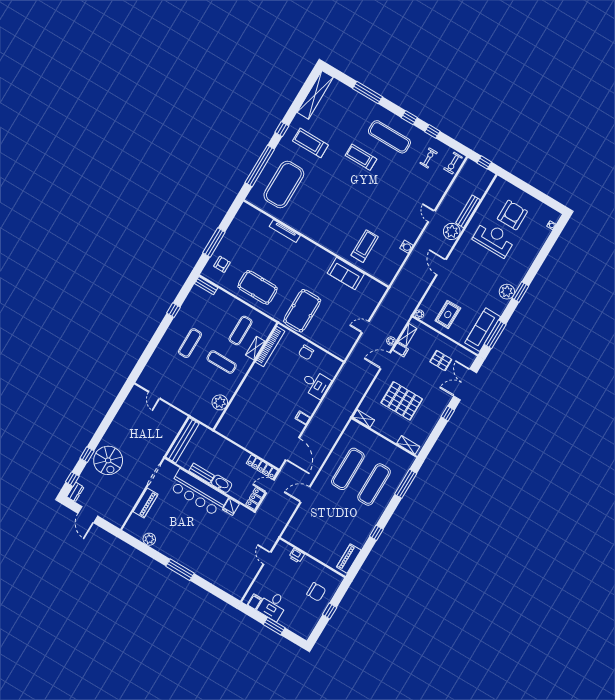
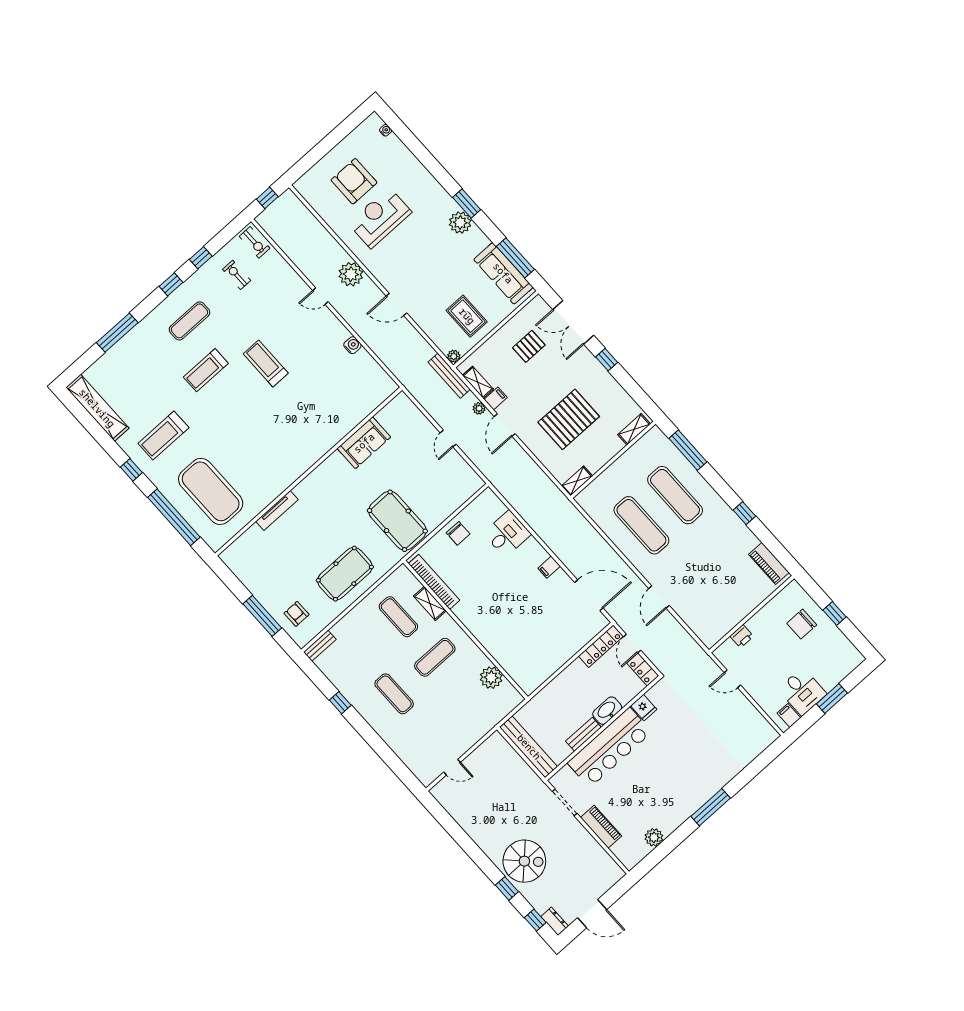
exercise mat: (389, 137) -> (189, 321), width x0.73, depth x0.69
bench: (468, 211) -> (449, 376), moved
treadmill: (365, 246) -> (266, 363), moved
chair: (316, 592) -> (802, 624), turned 180

